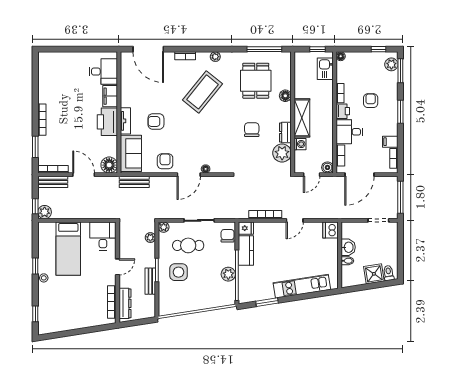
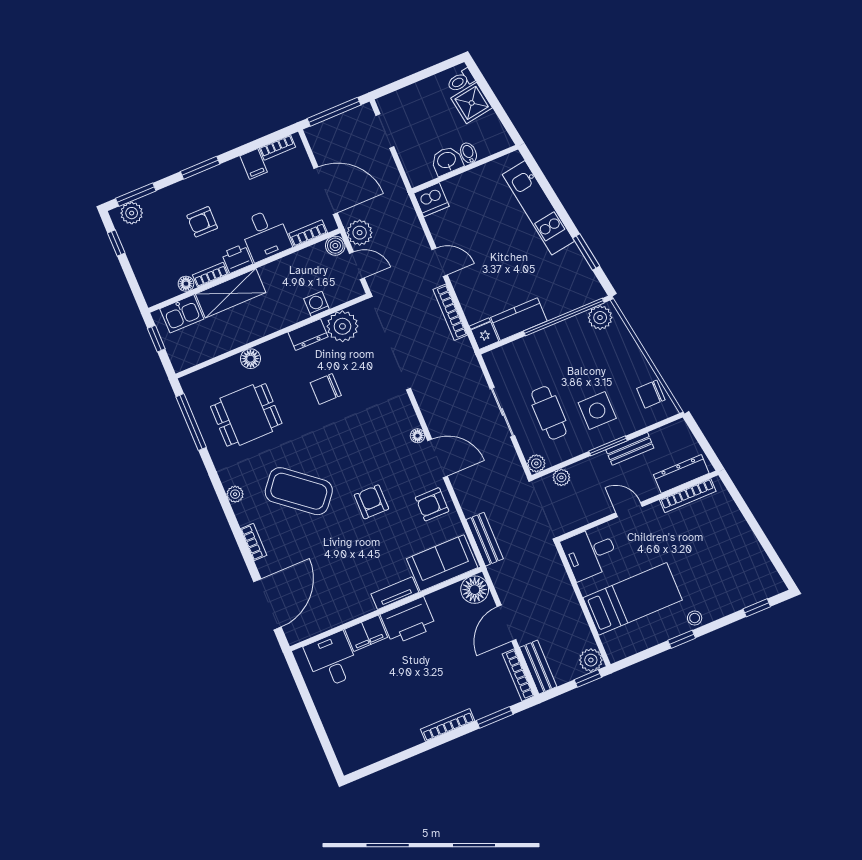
floor lamp: (341, 56) -> (186, 284), moved
shelving: (302, 118) -> (231, 293), moved
armchair: (156, 121) -> (371, 502), moved, turned 180
plant: (329, 184) -> (360, 233), added
chair: (228, 236) -> (651, 394), moved
plant: (228, 274) -> (600, 318), moved

